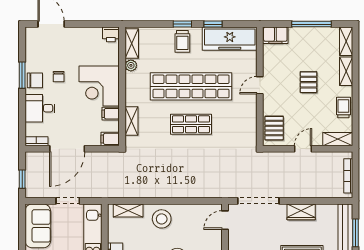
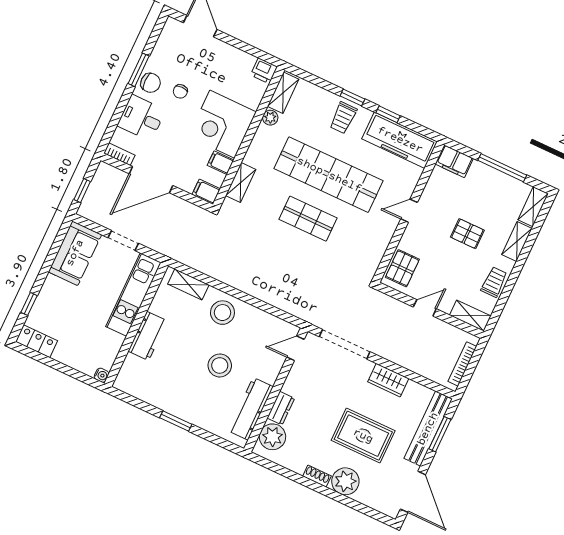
pallet: (309, 82) -> (467, 234), turned 90

